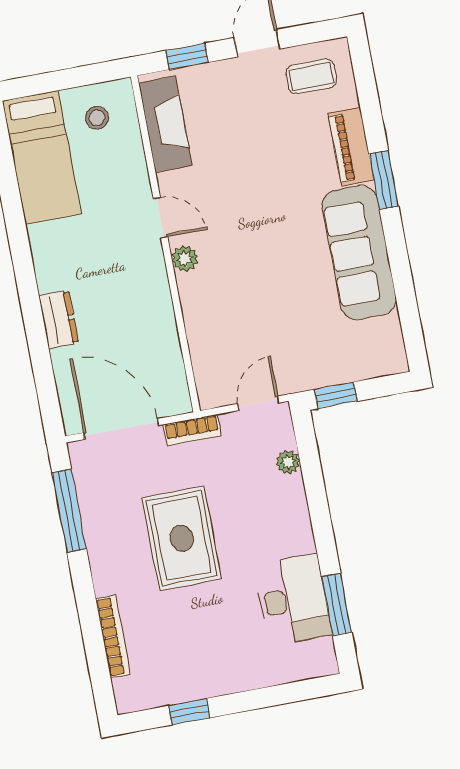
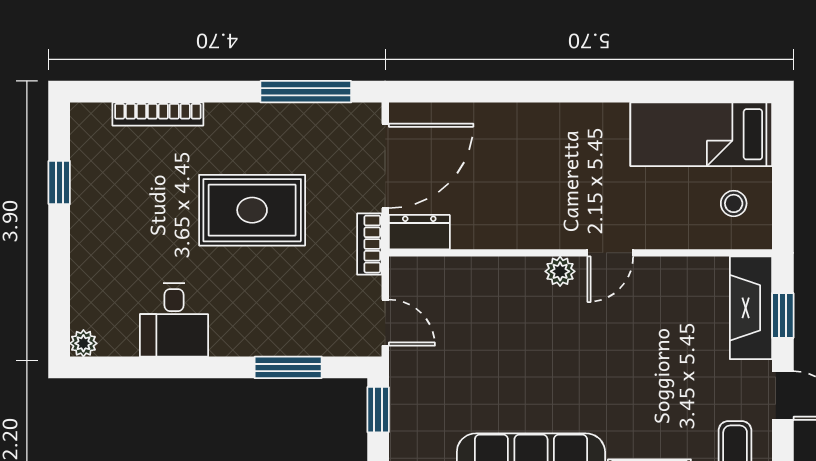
fireplace: (165, 124) -> (751, 308), moved, turned 90
dresser: (59, 319) -> (419, 232), moved, turned 180
plant: (288, 462) -> (83, 343), moved
desk: (293, 600) -> (174, 320), width x0.73
window: (337, 605) -> (288, 367), moved

